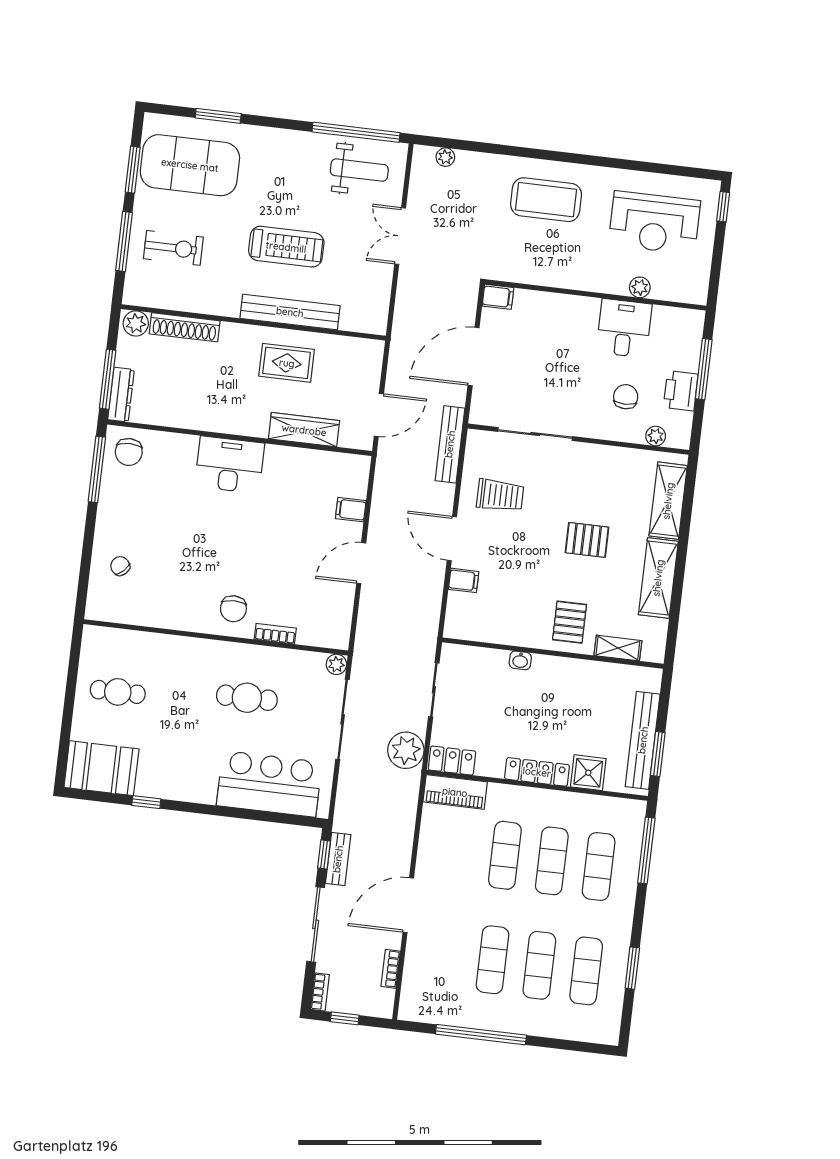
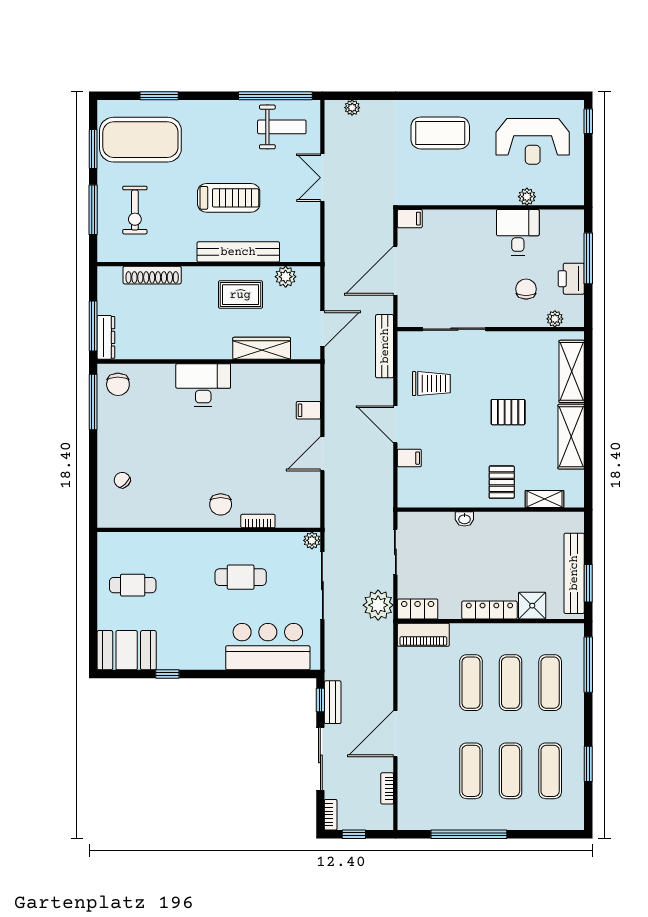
exercise bike: (173, 248) -> (135, 210), turned 90
plant: (136, 323) -> (286, 277), moved

